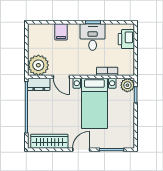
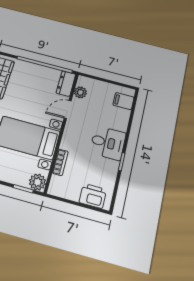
filing cabinet: (61, 32) -> (123, 101), moved
desk: (93, 37) -> (108, 143), moved
plant: (38, 65) -> (80, 92), width x0.53, depth x0.53

